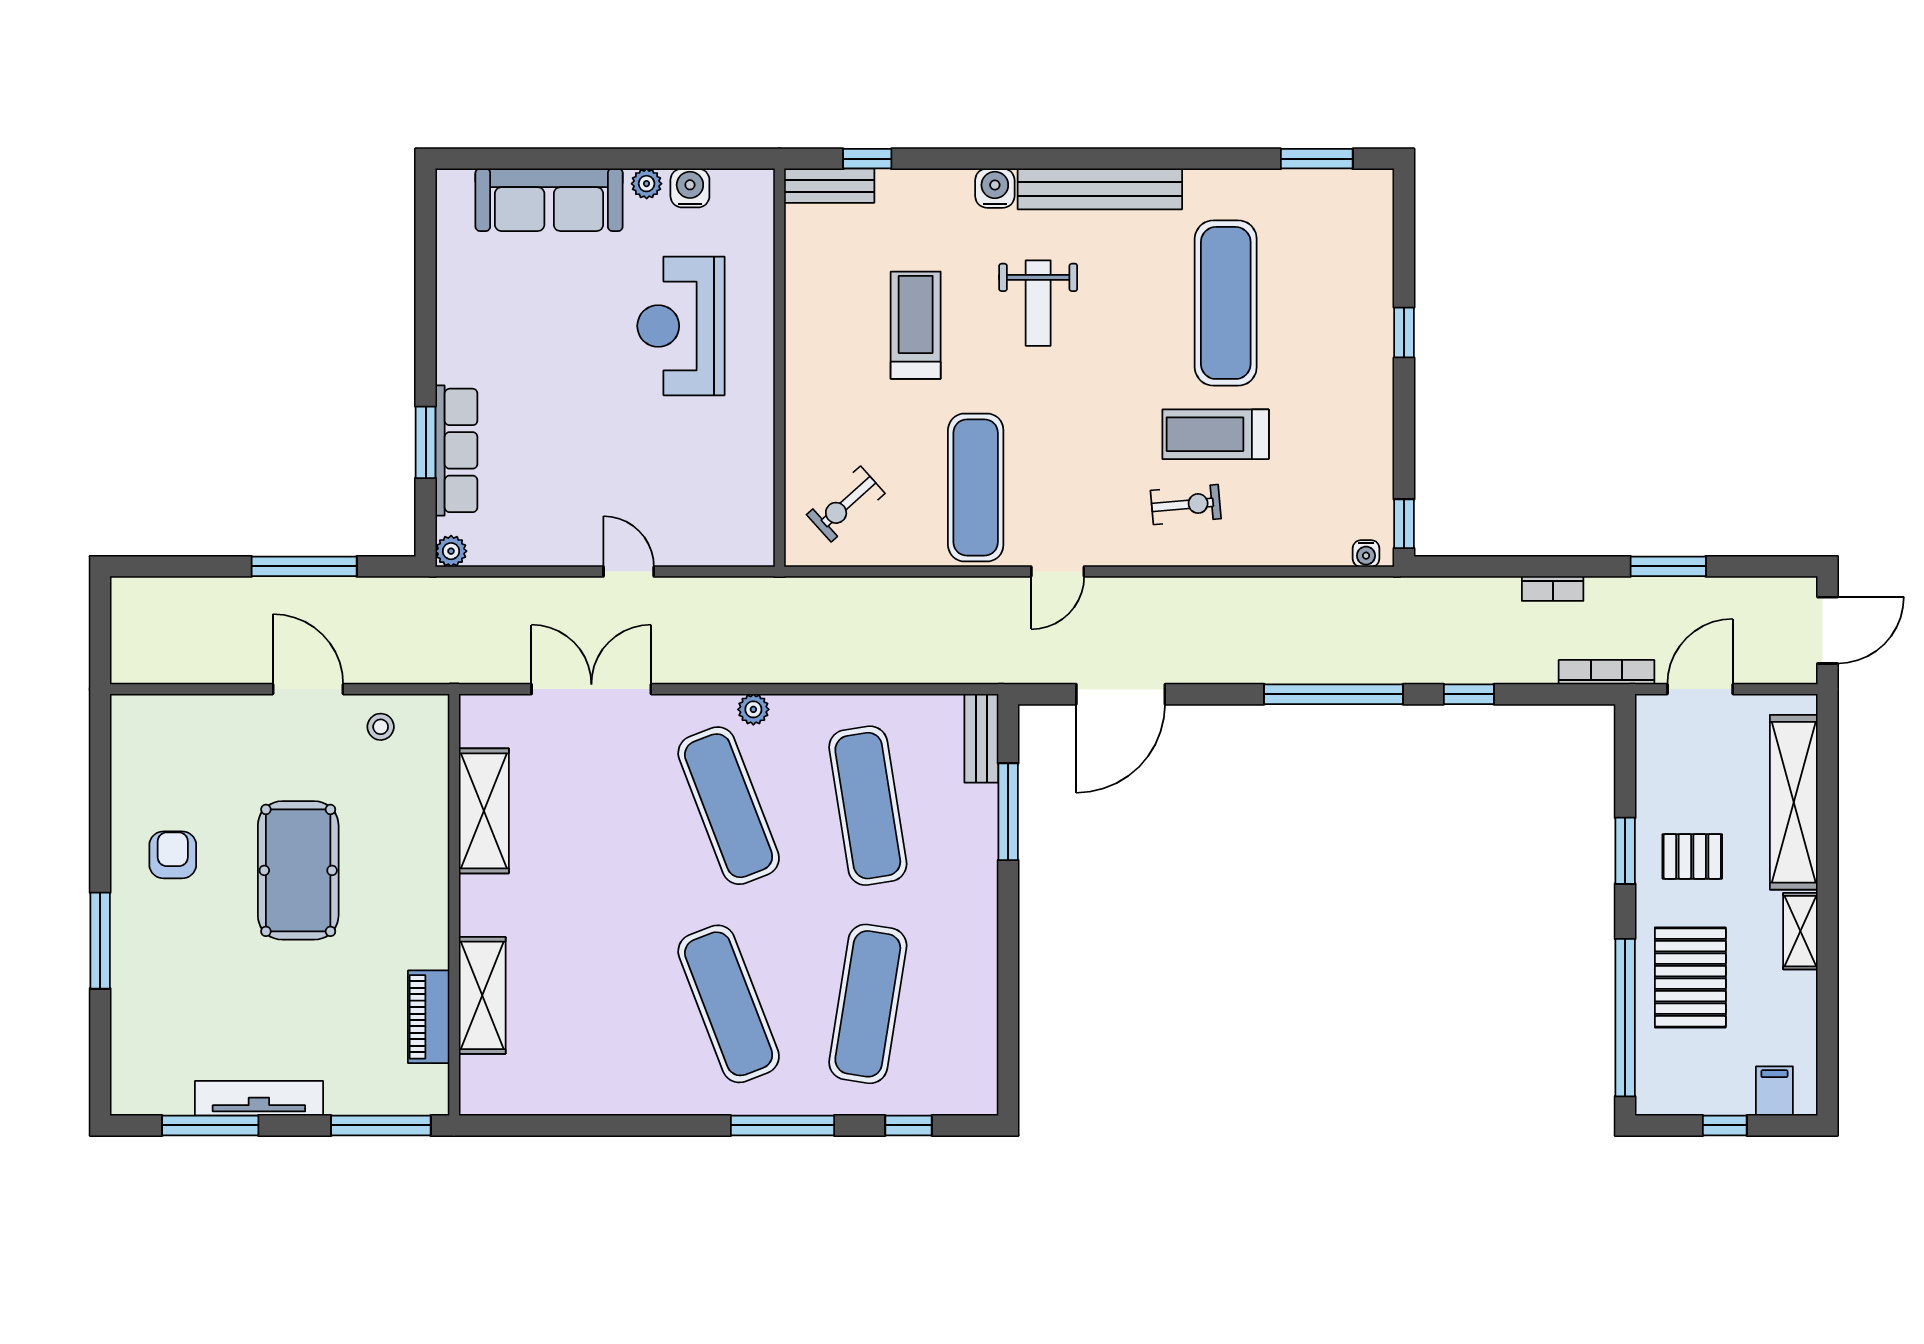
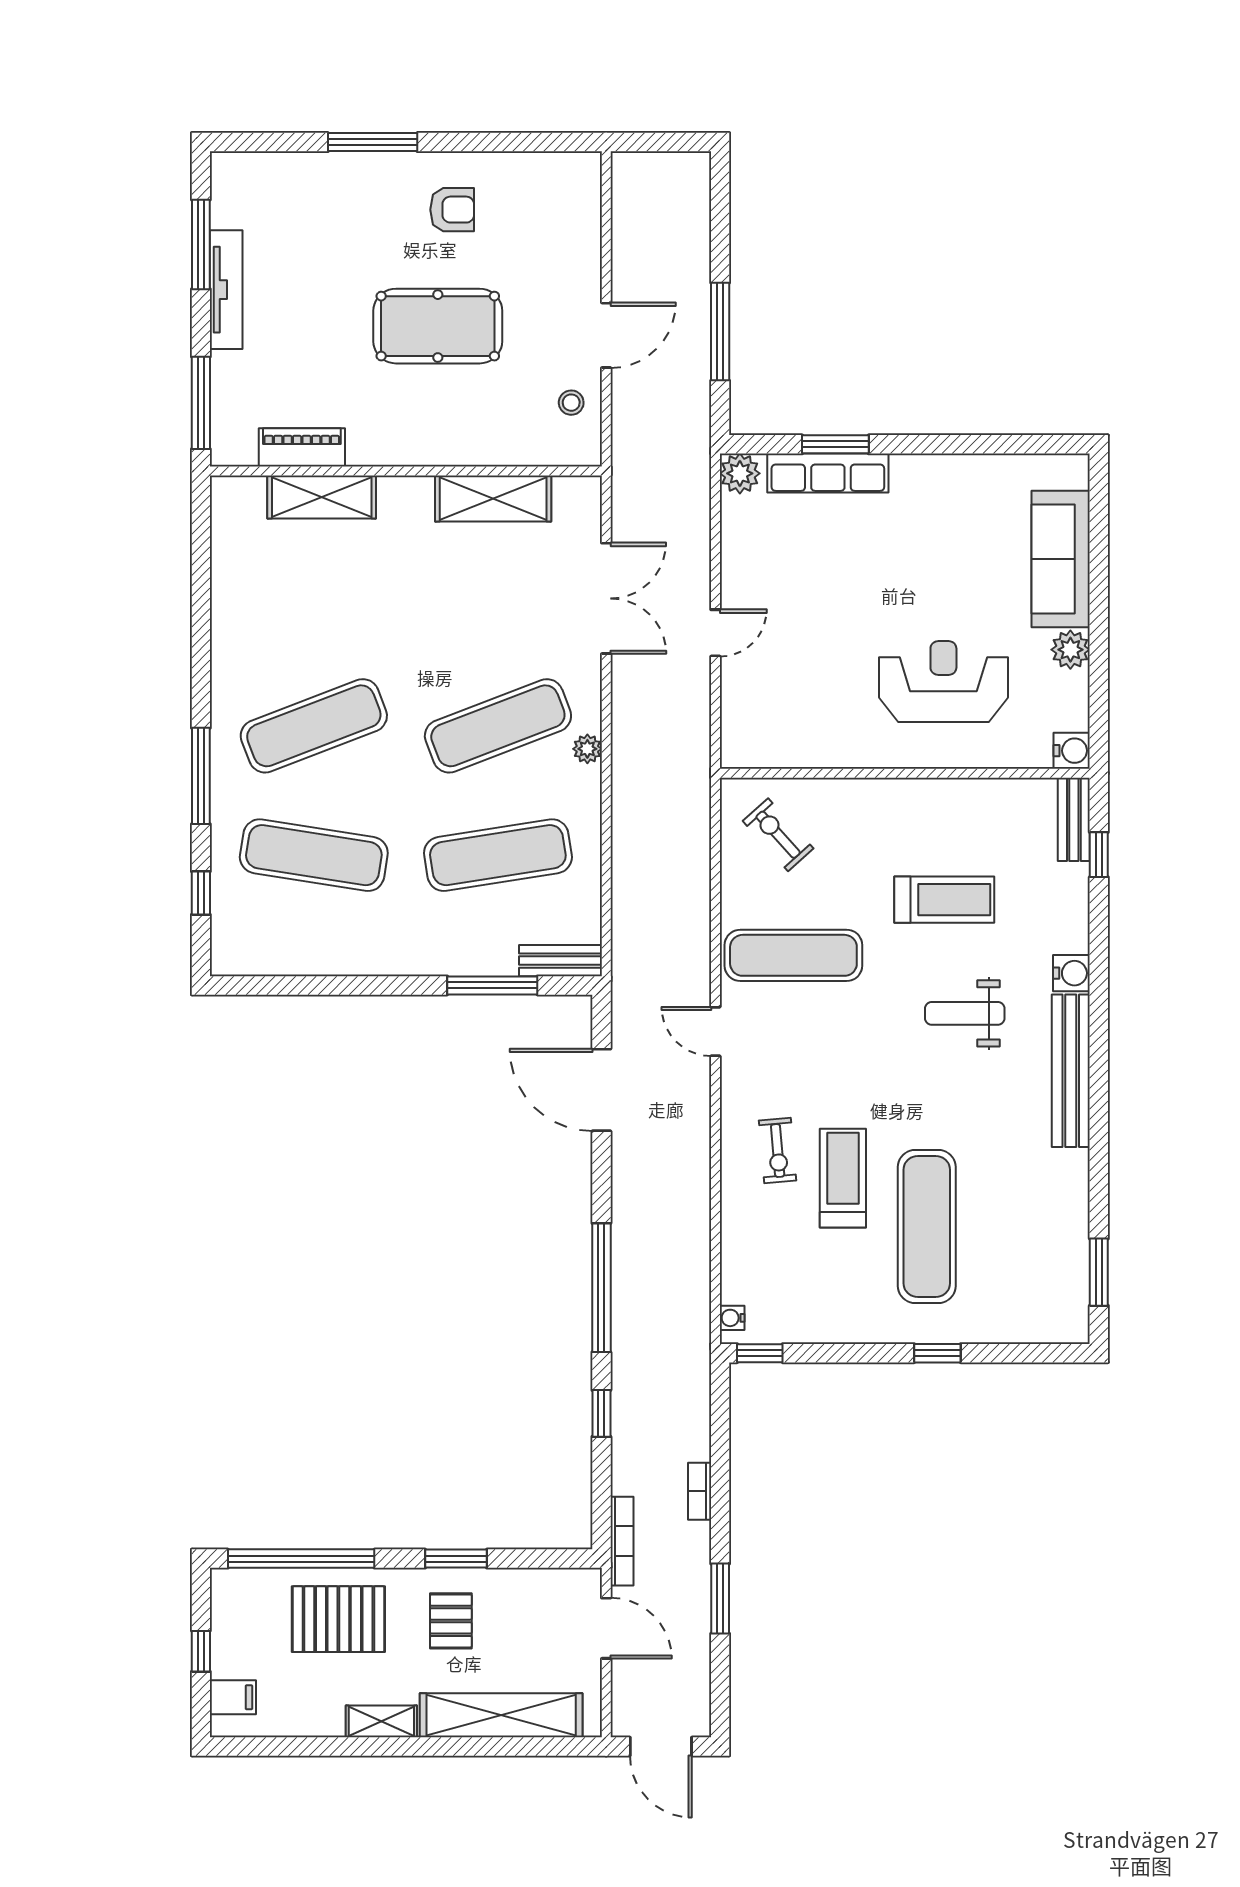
plant: (647, 184) -> (1070, 650), width x1.38, depth x1.38
water cooler: (690, 188) -> (1072, 751), moved
exercise mat: (1226, 303) -> (927, 1227), moved, turned 90
plant: (451, 551) -> (740, 473), width x1.38, depth x1.38

